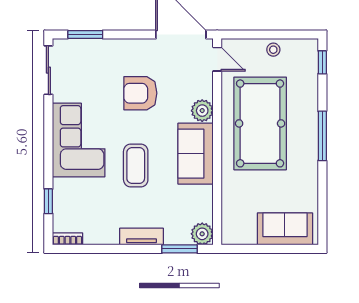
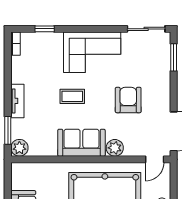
coffee table: (136, 165) -> (72, 96), width x0.73, depth x0.77

